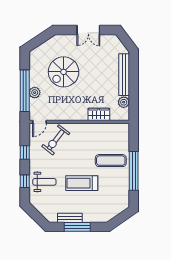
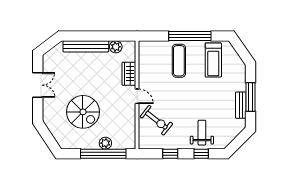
door: (39, 122) -> (137, 96), moved
treadmill: (82, 183) -> (213, 60), moved

